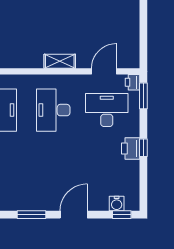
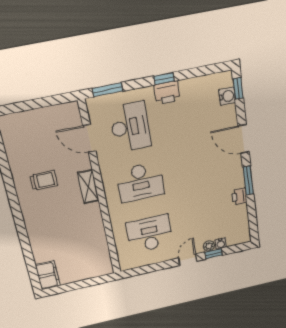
trolley: (74, 23) -> (44, 180), added
printer: (133, 82) -> (239, 196), moved, turned 90
desk: (107, 110) -> (130, 127), turned 180

